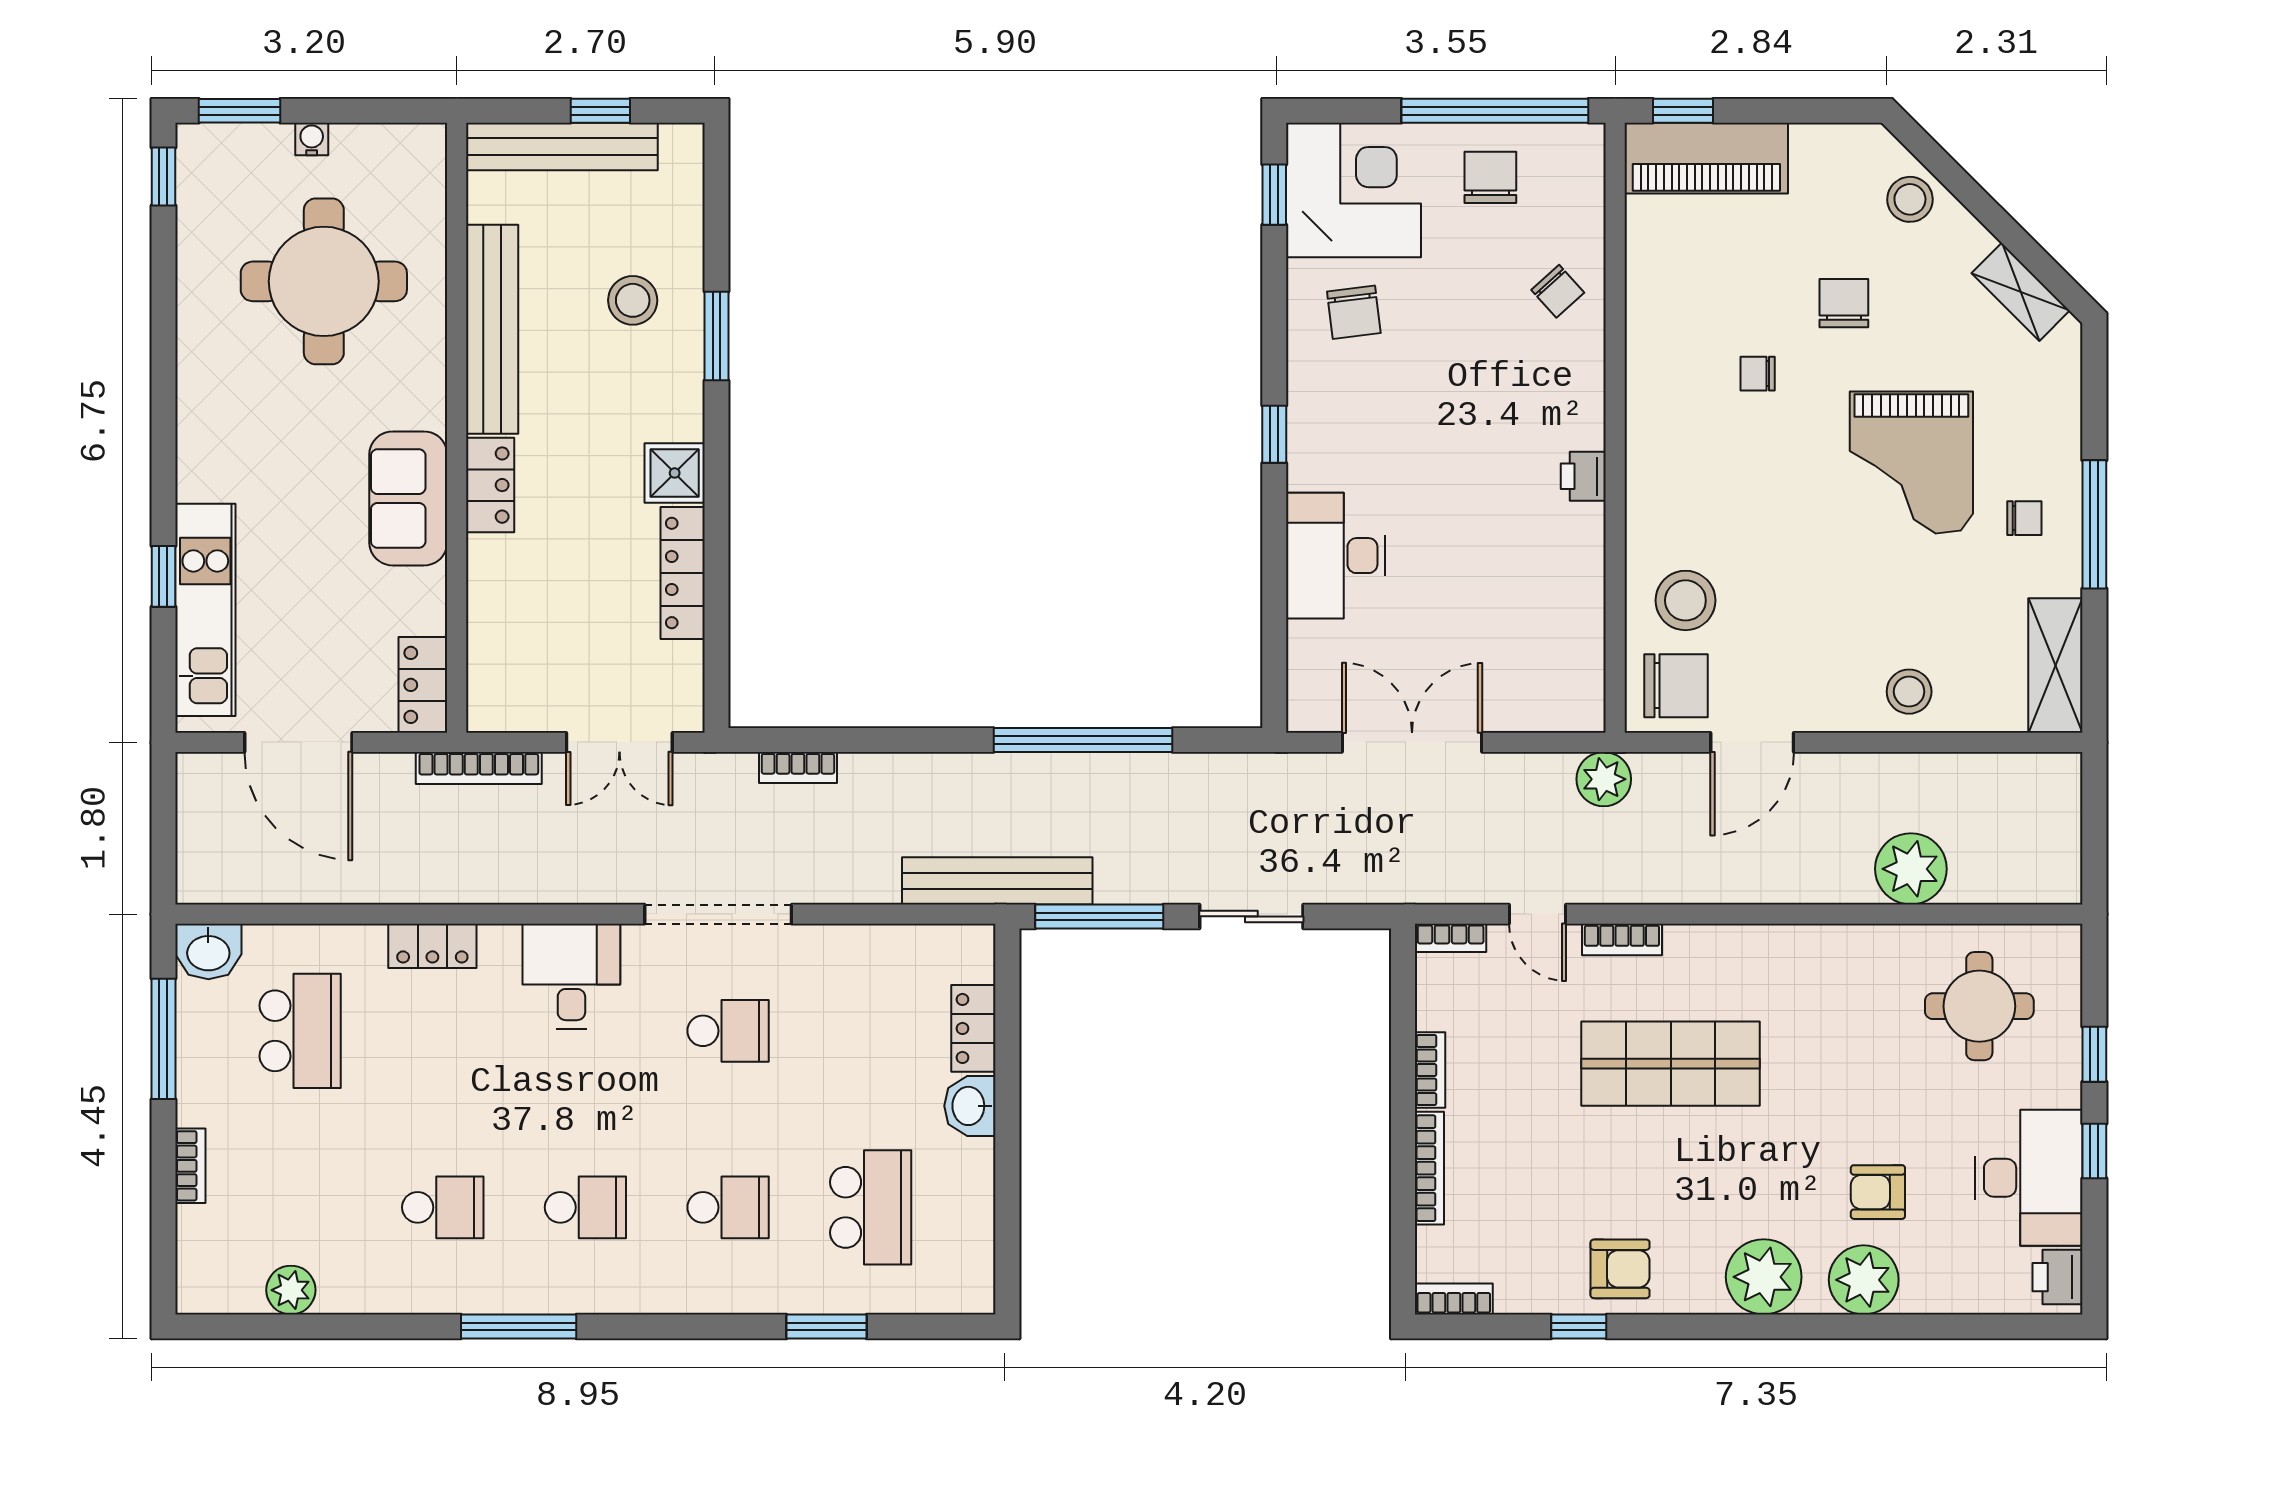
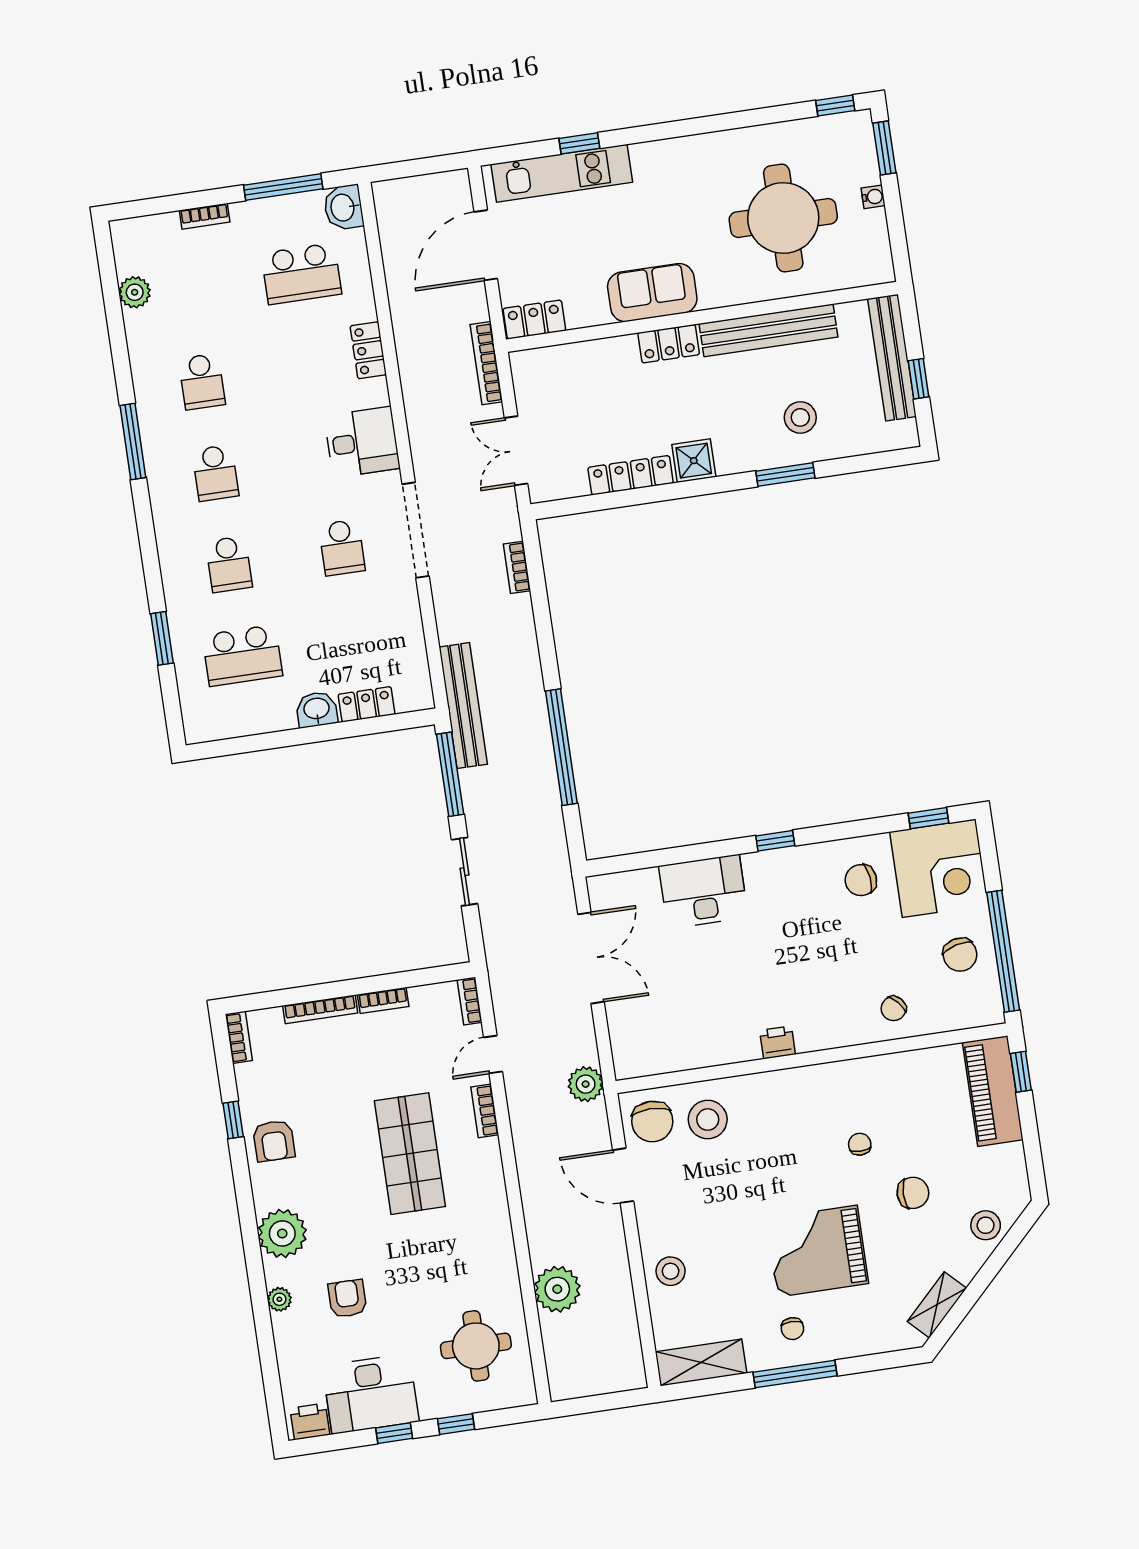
chair: (1490, 177) -> (960, 955), turned 76
plant: (1864, 1280) -> (279, 1299), width x0.53, depth x0.53

